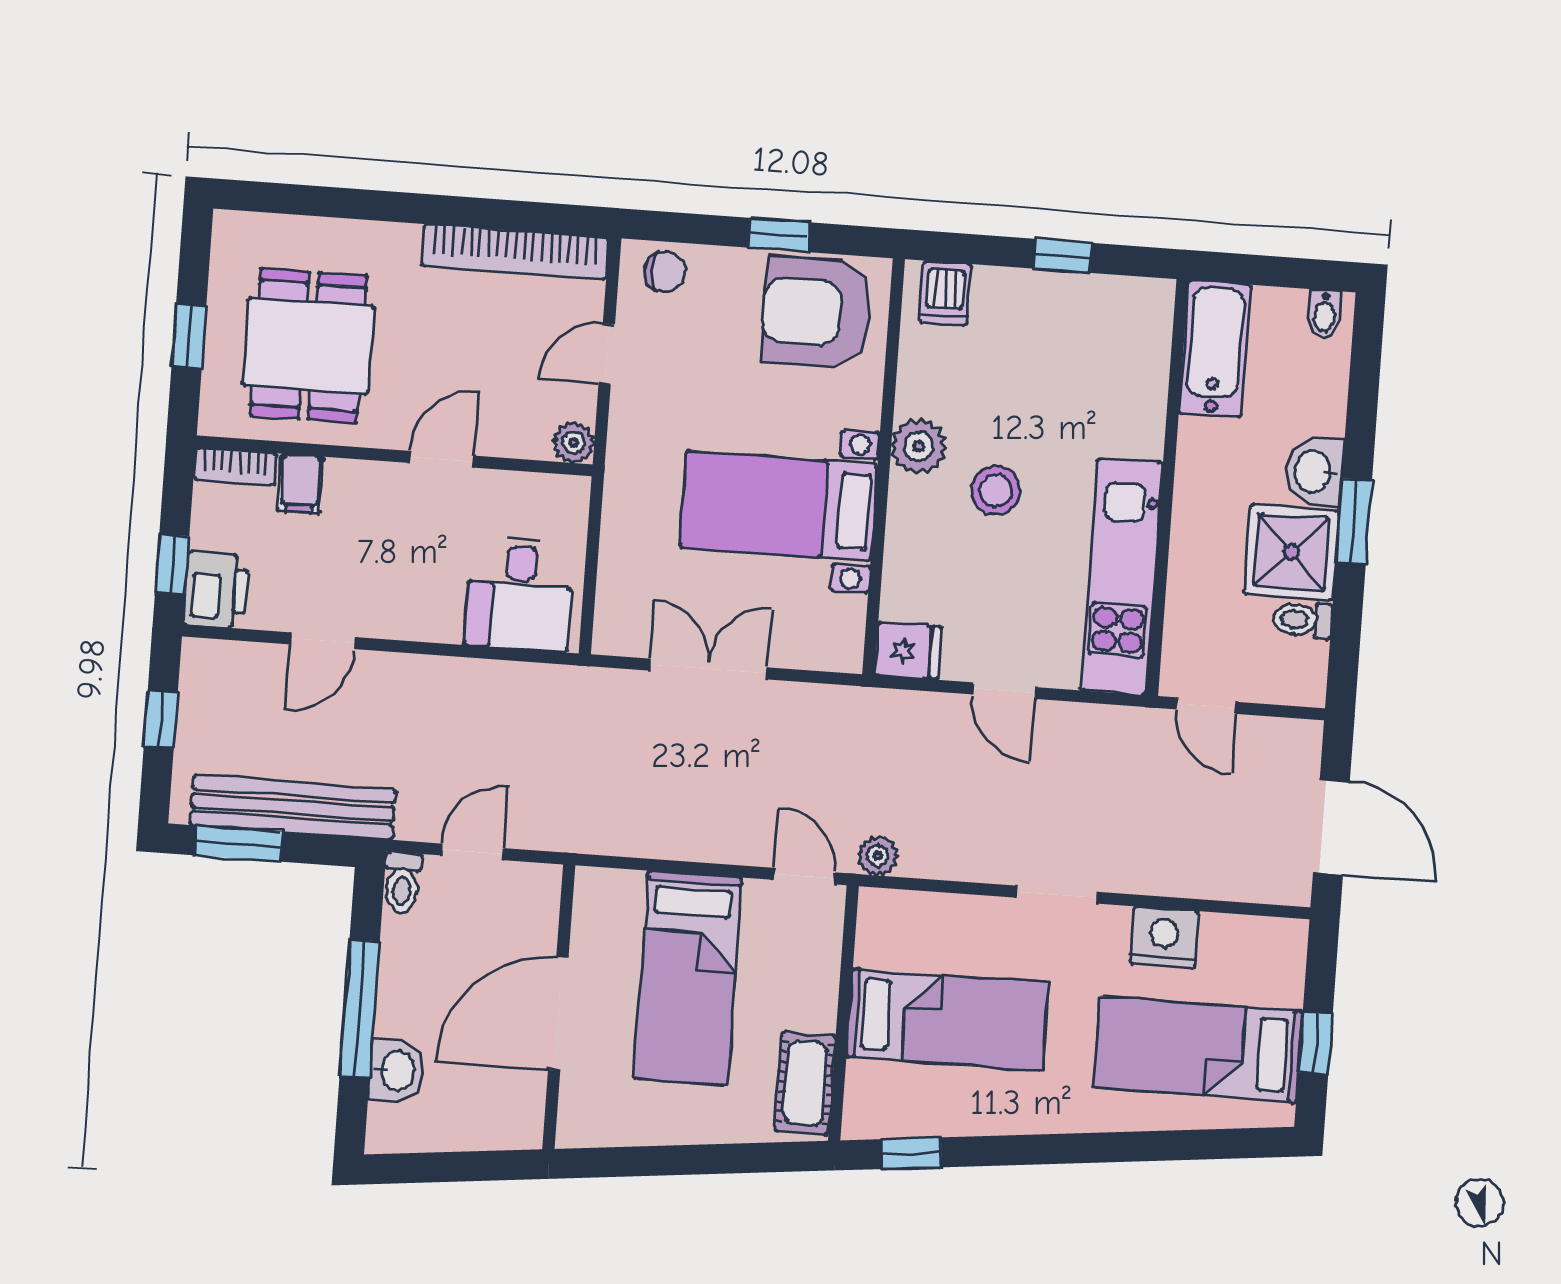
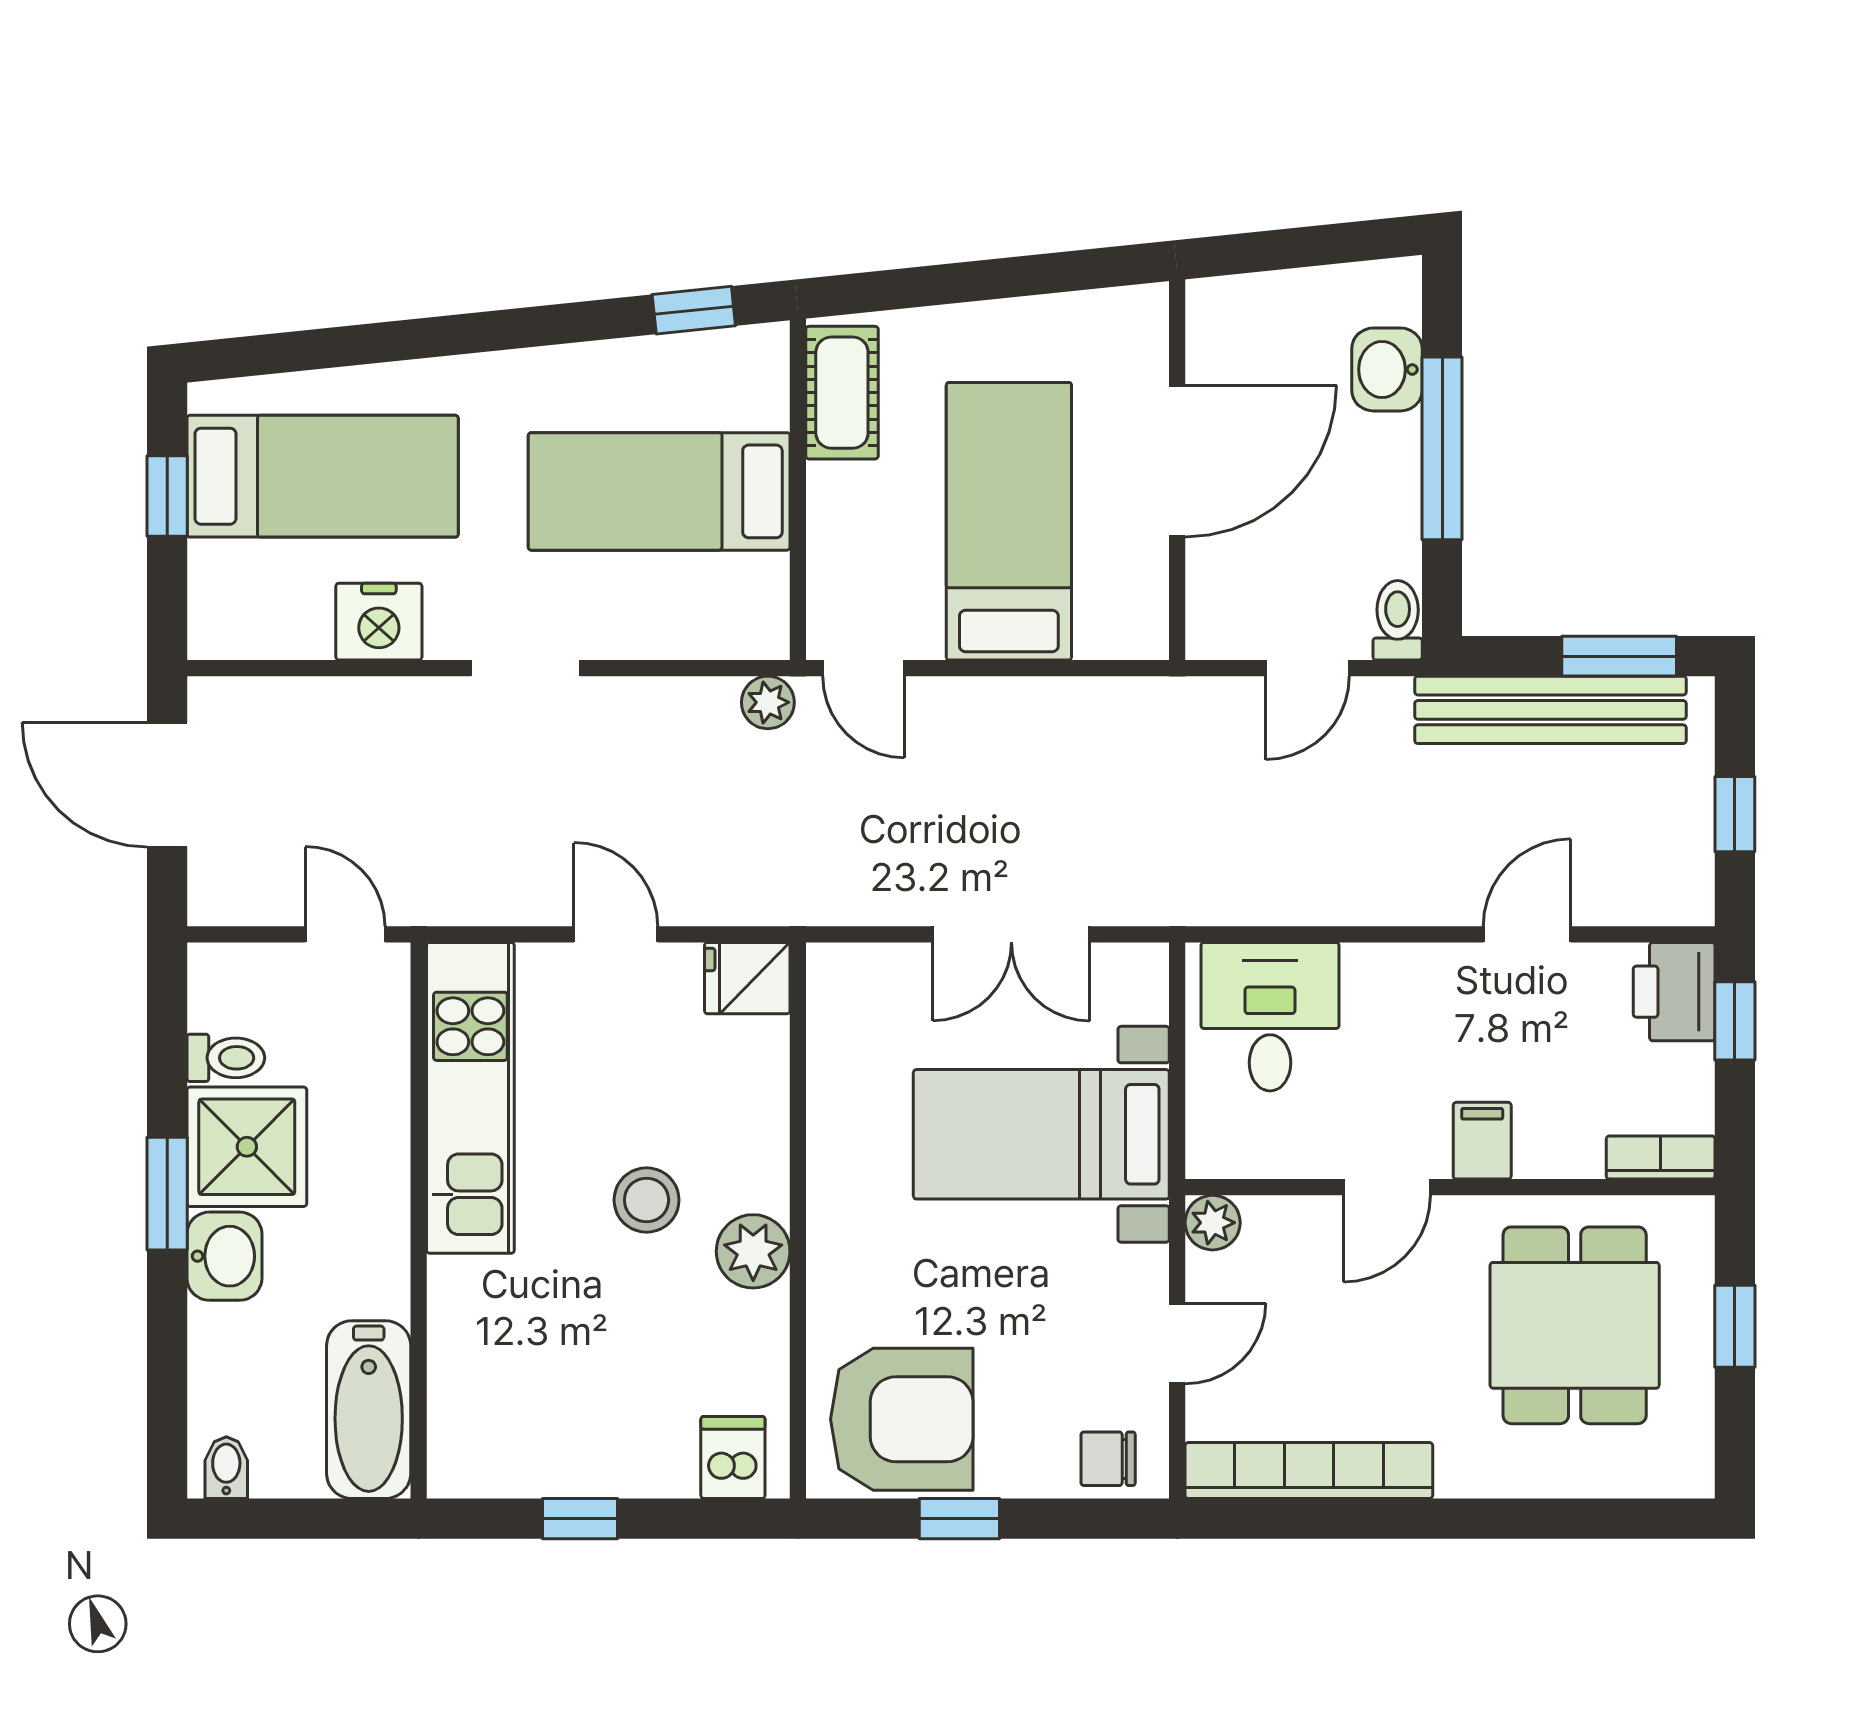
filing cabinet: (300, 484) -> (1482, 1141), moved
bed with nightstands: (779, 506) -> (1041, 1134), moved, turned 180

